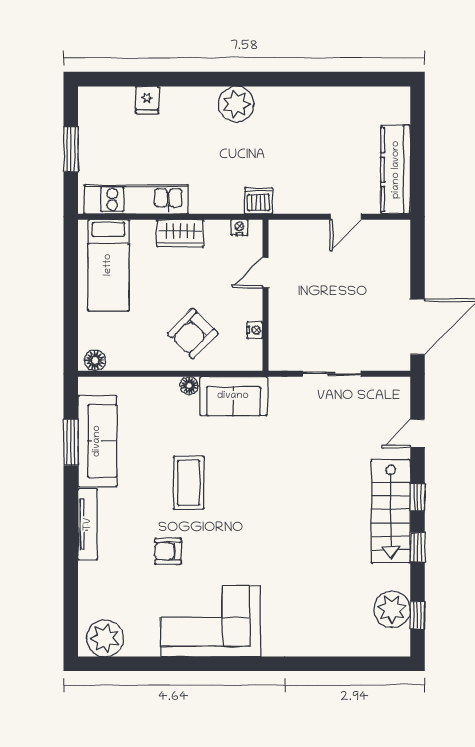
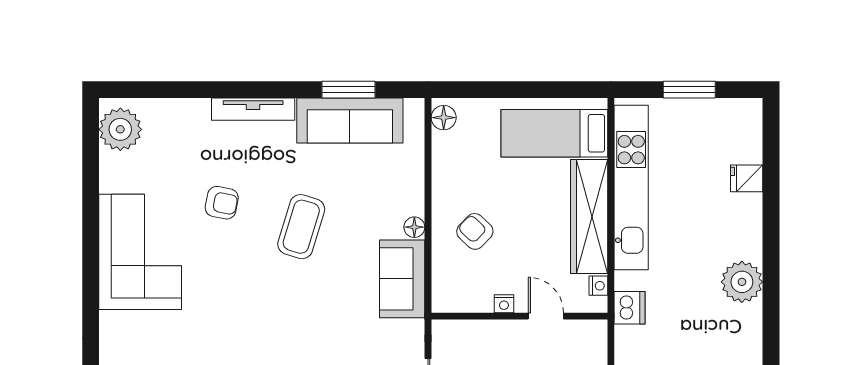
kitchen unit: (136, 199) -> (631, 188), width x1.36
wardrobe: (180, 233) -> (589, 217), width x2.10, depth x1.17
nightstand: (255, 330) -> (504, 304), moved
armchair: (193, 334) -> (475, 231), width x0.72, depth x0.72
coffee table: (189, 483) -> (301, 227), turned -73
armchair: (168, 551) -> (222, 203), turned 101

